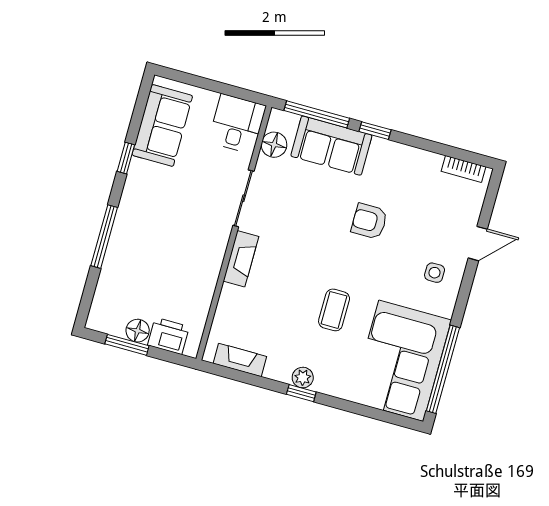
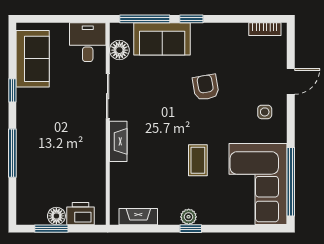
armchair: (369, 221) -> (206, 87), turned 80

